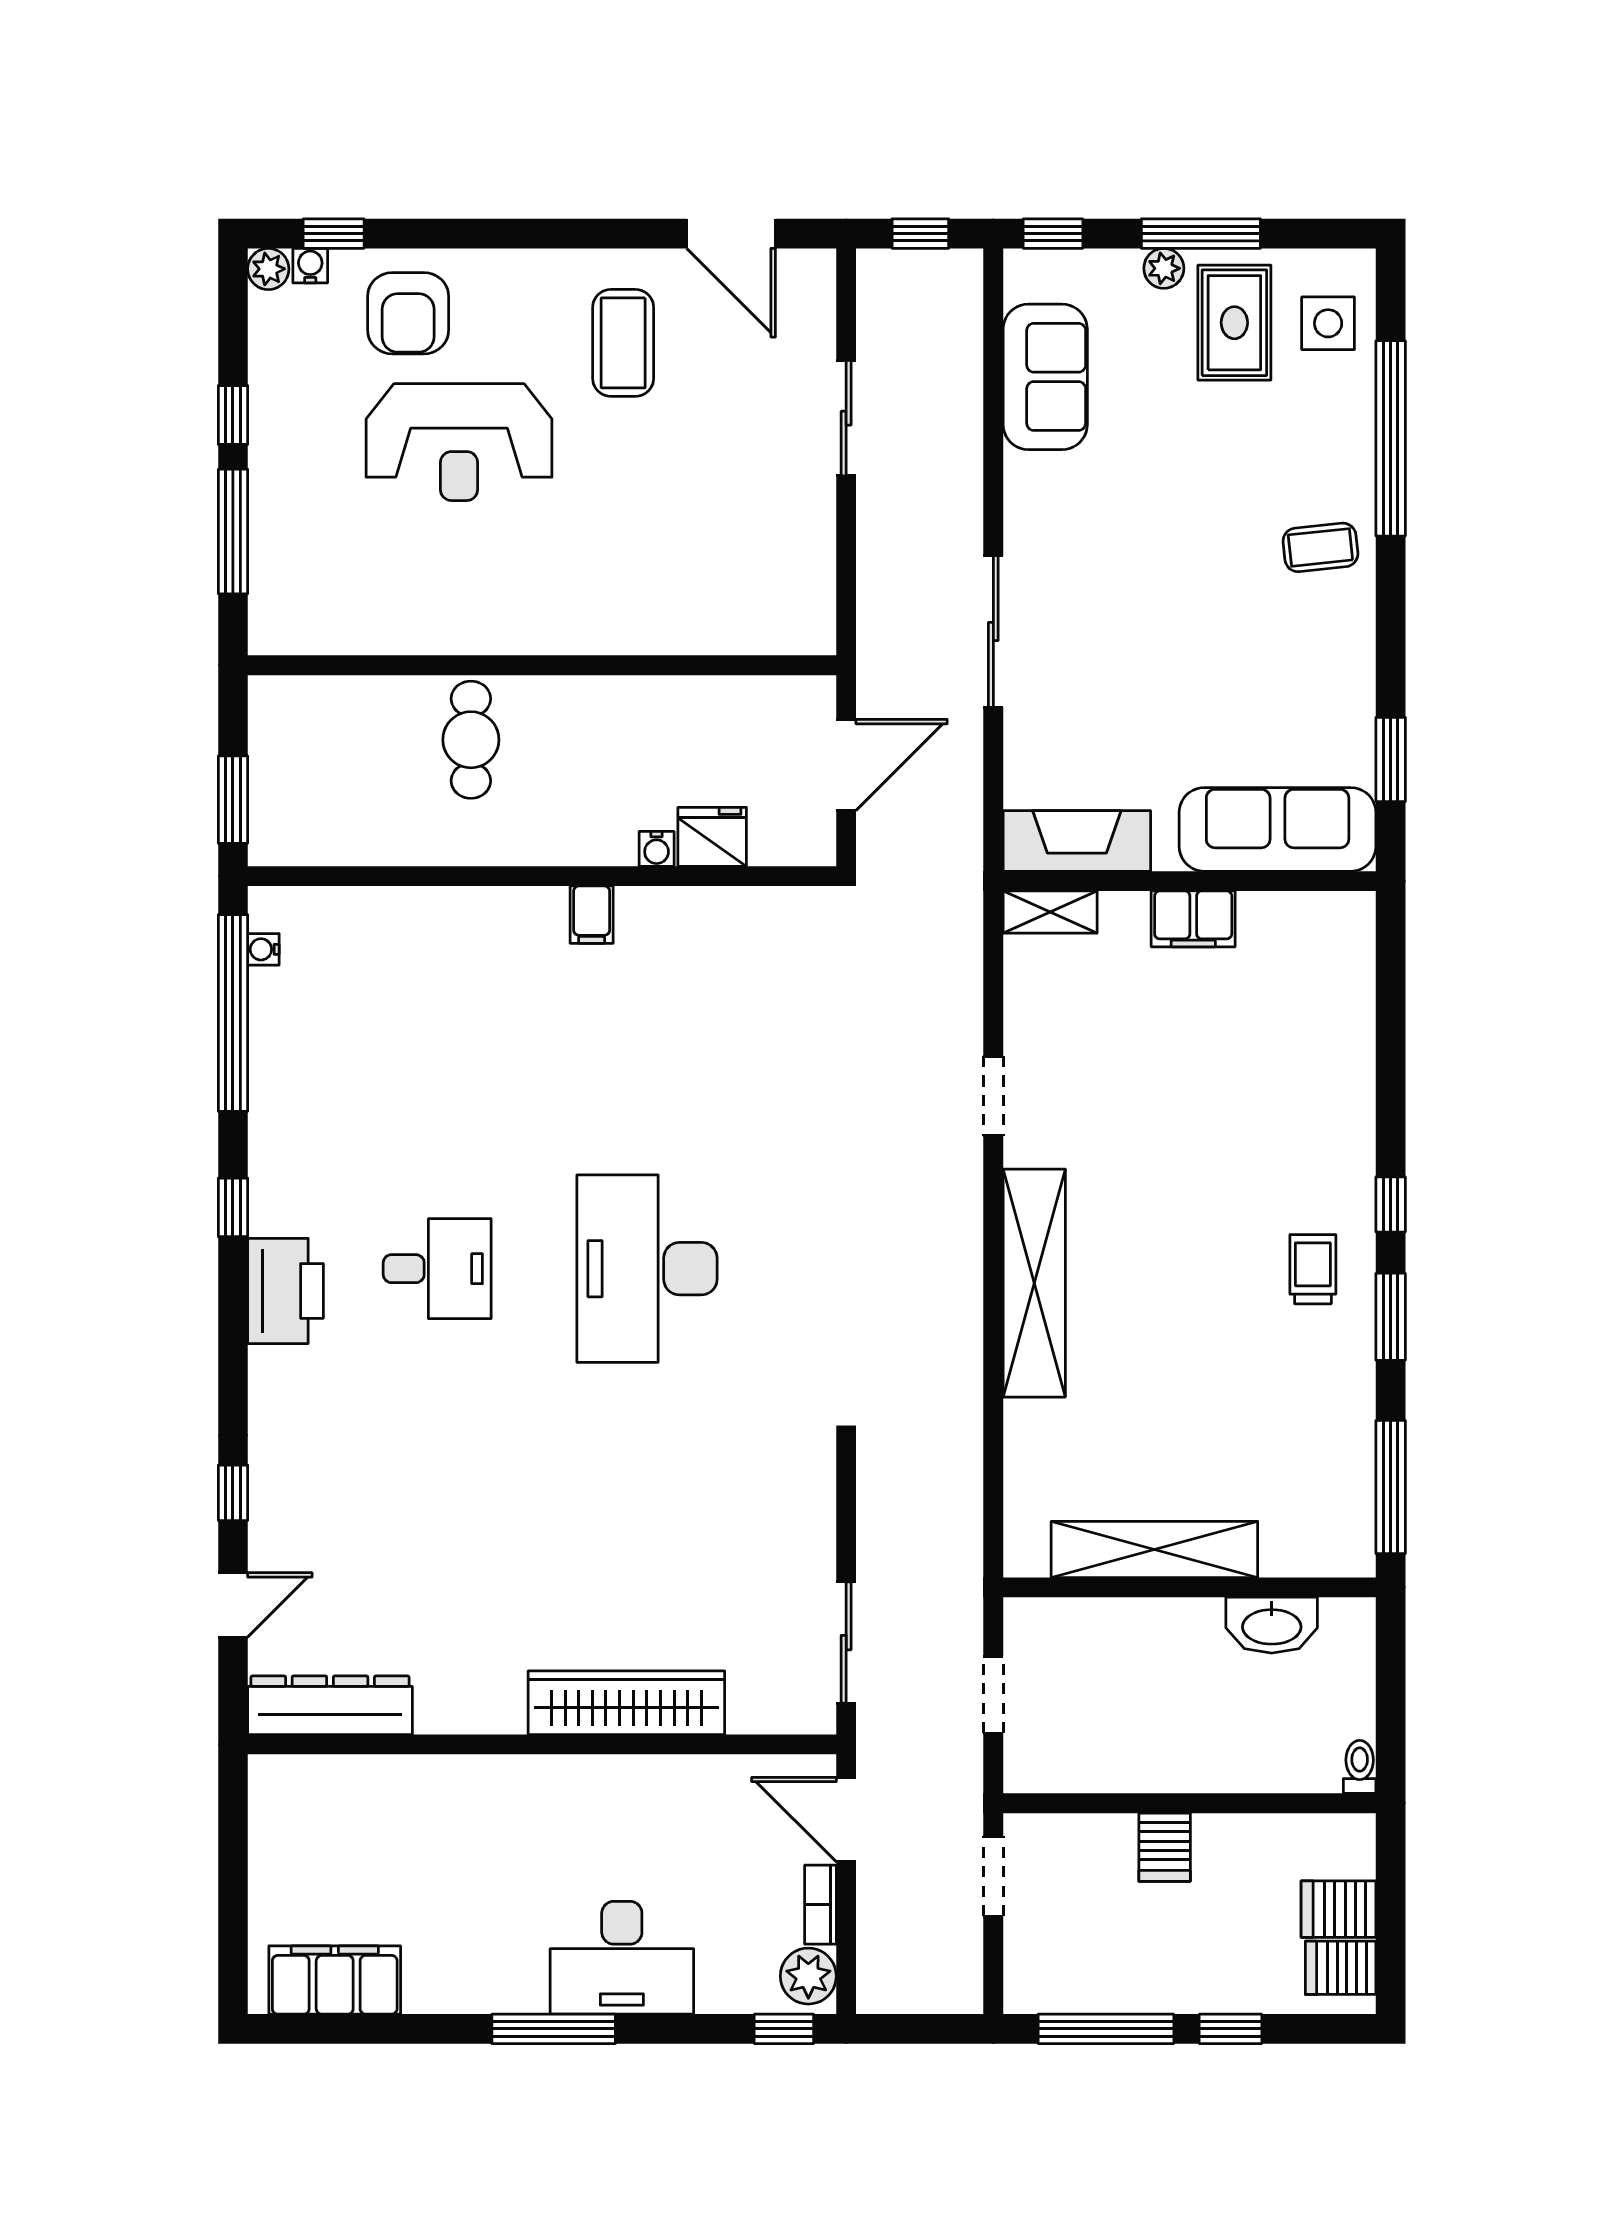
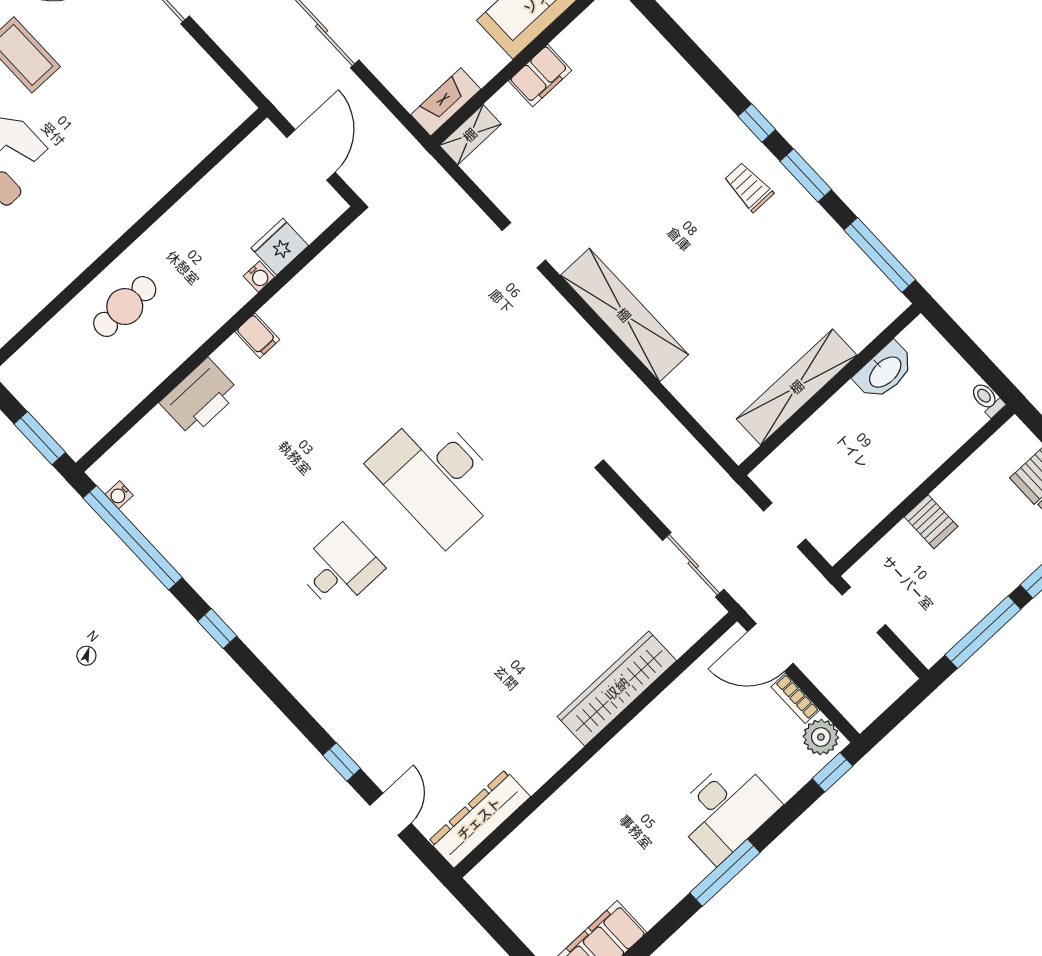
cafe table: (471, 740) -> (125, 307), turned 90
fireplace: (1077, 841) -> (446, 102), width x0.73, depth x0.76
printer: (286, 1291) -> (200, 397), moved, turned 90

